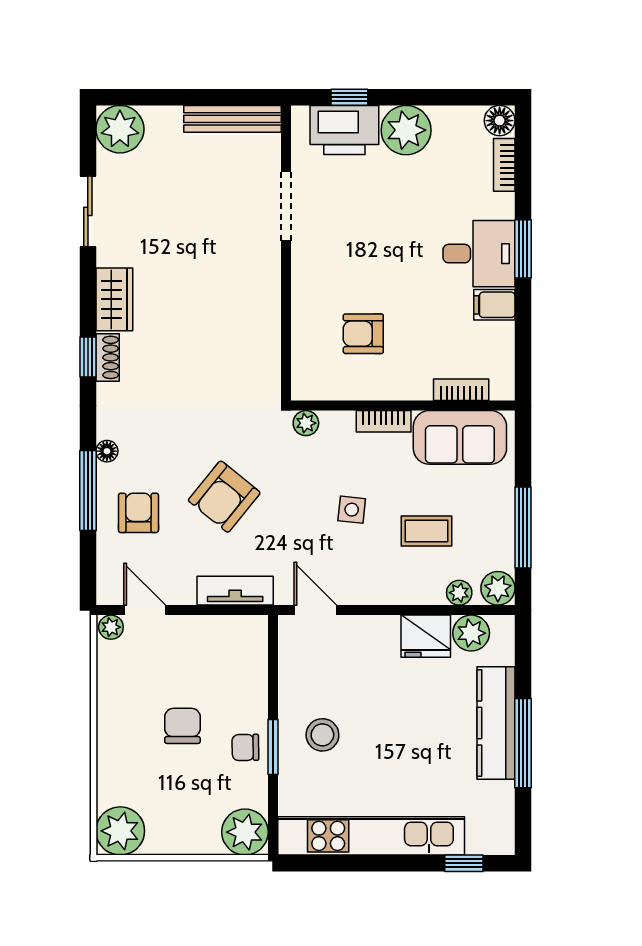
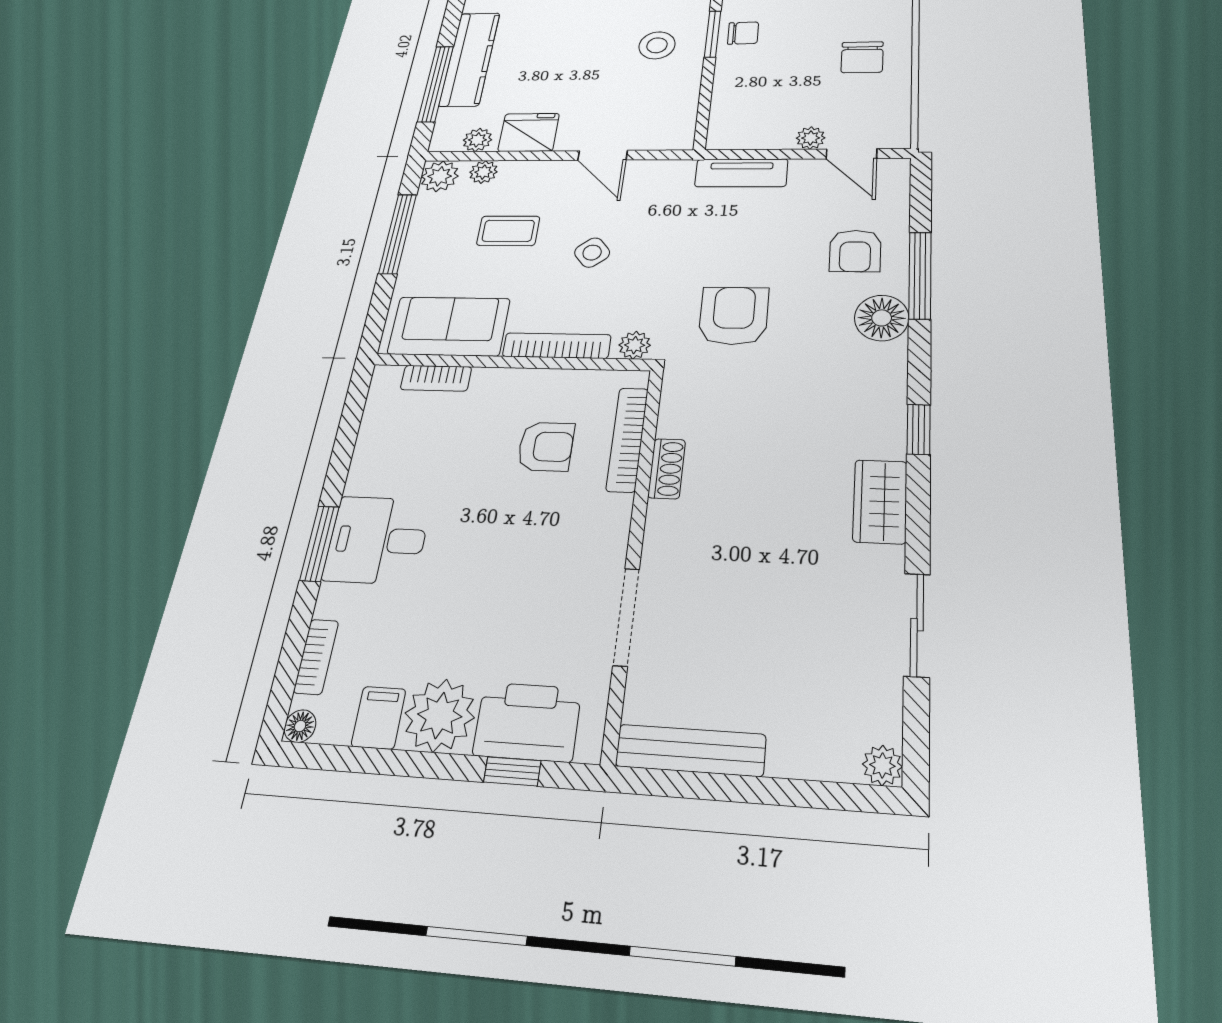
floor lamp: (500, 121) -> (300, 726), width x0.73, depth x0.73
plant: (120, 129) -> (882, 765), width x0.53, depth x0.53
filing cabinet: (494, 305) -> (379, 718), moved, turned -90
bookcase: (302, 342) -> (627, 439), added
shoe rack: (108, 357) -> (667, 469), moved, turned 180
bookcase: (384, 421) -> (557, 346), width x1.56
floor lamp: (107, 451) -> (882, 318), width x1.89, depth x1.89
armchair: (224, 497) -> (734, 316), moved, turned -39
side table: (352, 510) -> (592, 253), turned 45
door: (315, 610) -> (603, 155), moved
plant: (111, 627) -> (811, 138), moved
plant: (471, 633) -> (477, 140), width x0.73, depth x0.73
chair: (183, 726) -> (862, 57), moved
window: (523, 743) -> (436, 84), moved

